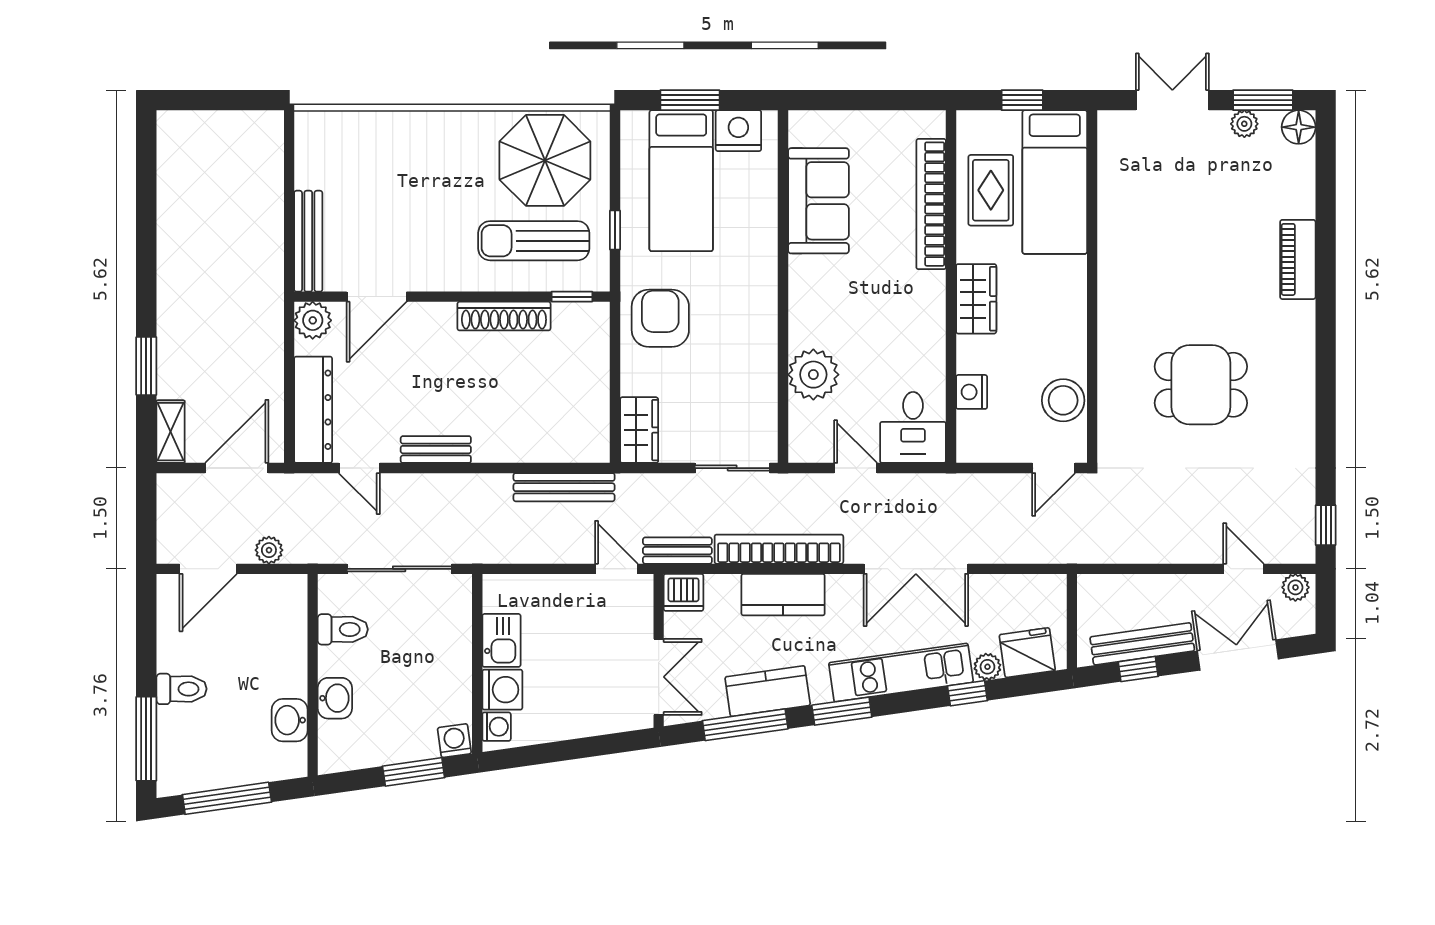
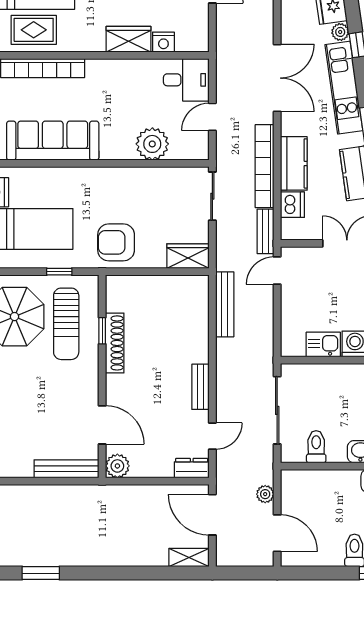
sofa: (818, 201) -> (53, 141), width x1.36
window: (572, 297) -> (102, 331), moved
wardrobe: (976, 299) -> (128, 39), moved
window: (146, 366) -> (41, 573), moved
dresser: (313, 410) -> (192, 468), width x0.51, depth x0.80
dishwasher: (684, 592) -> (292, 205), moved

